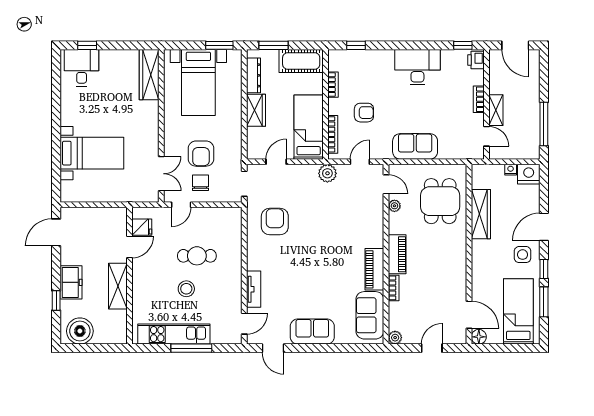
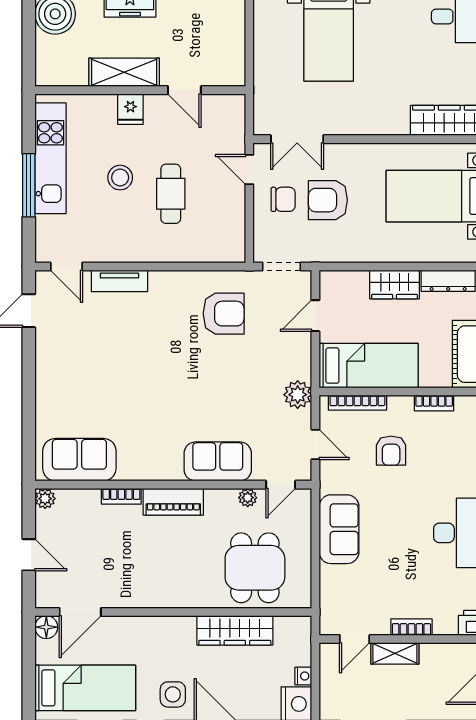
door: (276, 162) -> (315, 316), swing flipped
dining table: (440, 201) -> (255, 568), turned 90
fridge: (142, 227) -> (130, 109), moved
piano: (374, 269) -> (150, 467), removed
sofa: (312, 332) -> (218, 461), moved, turned -90

